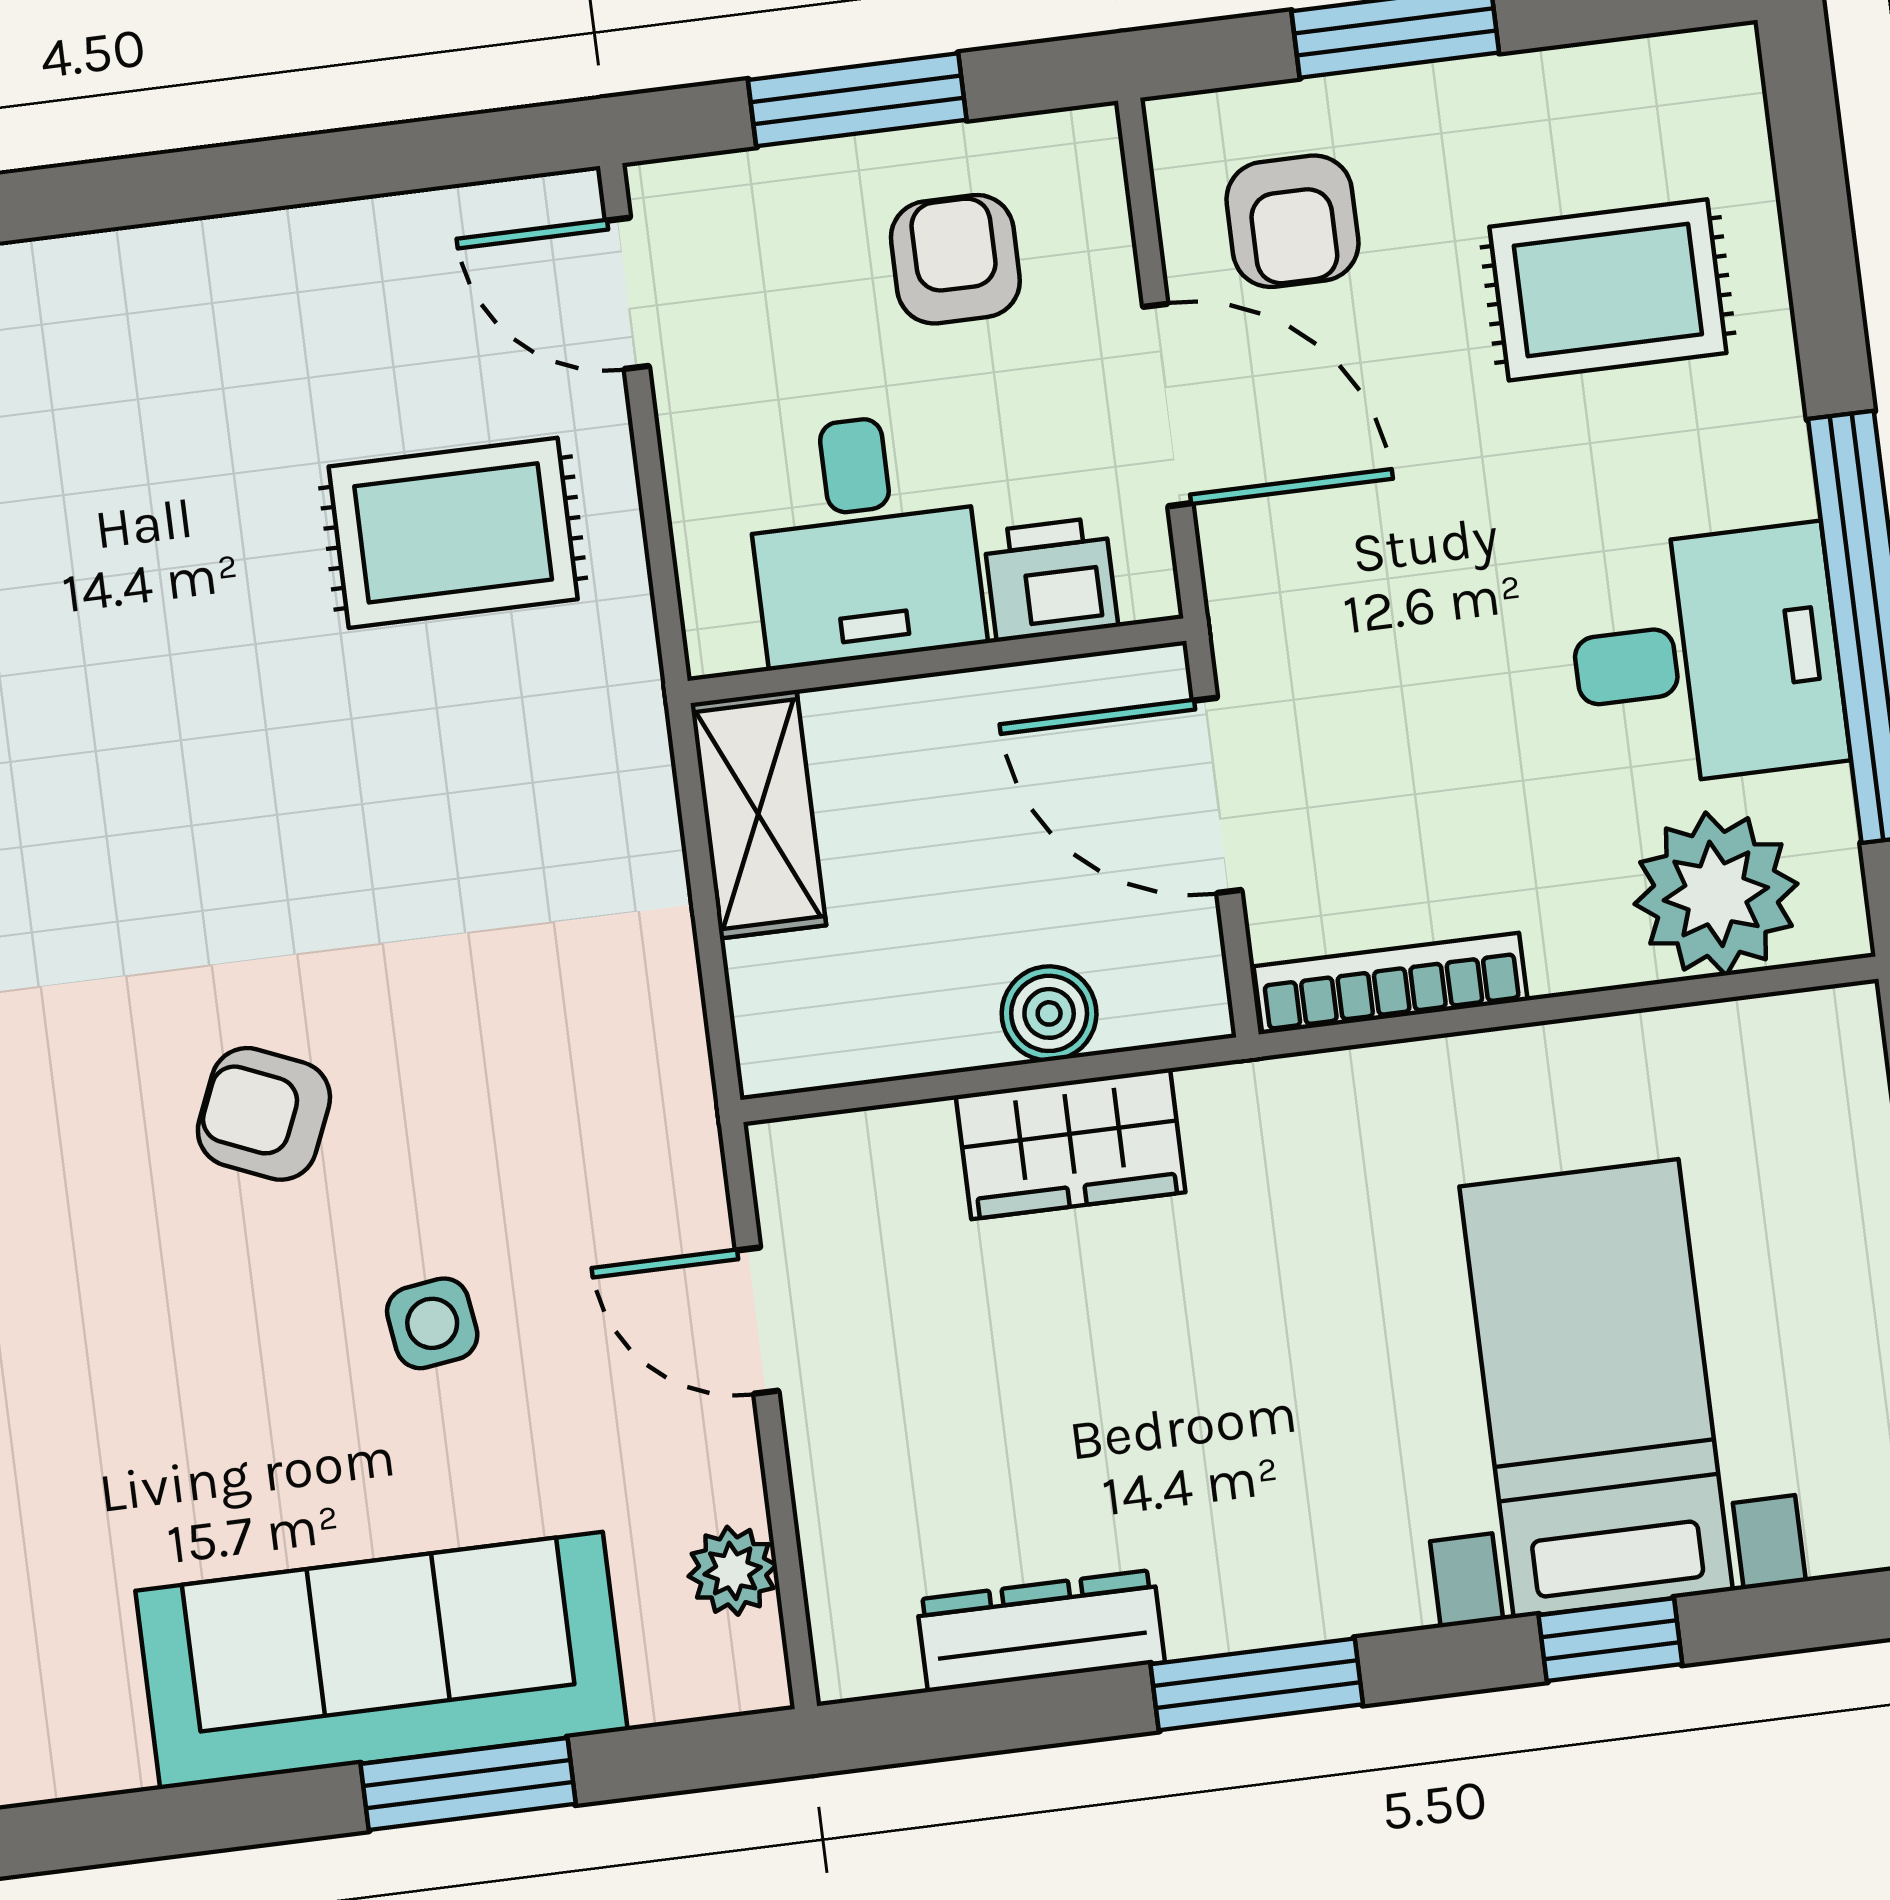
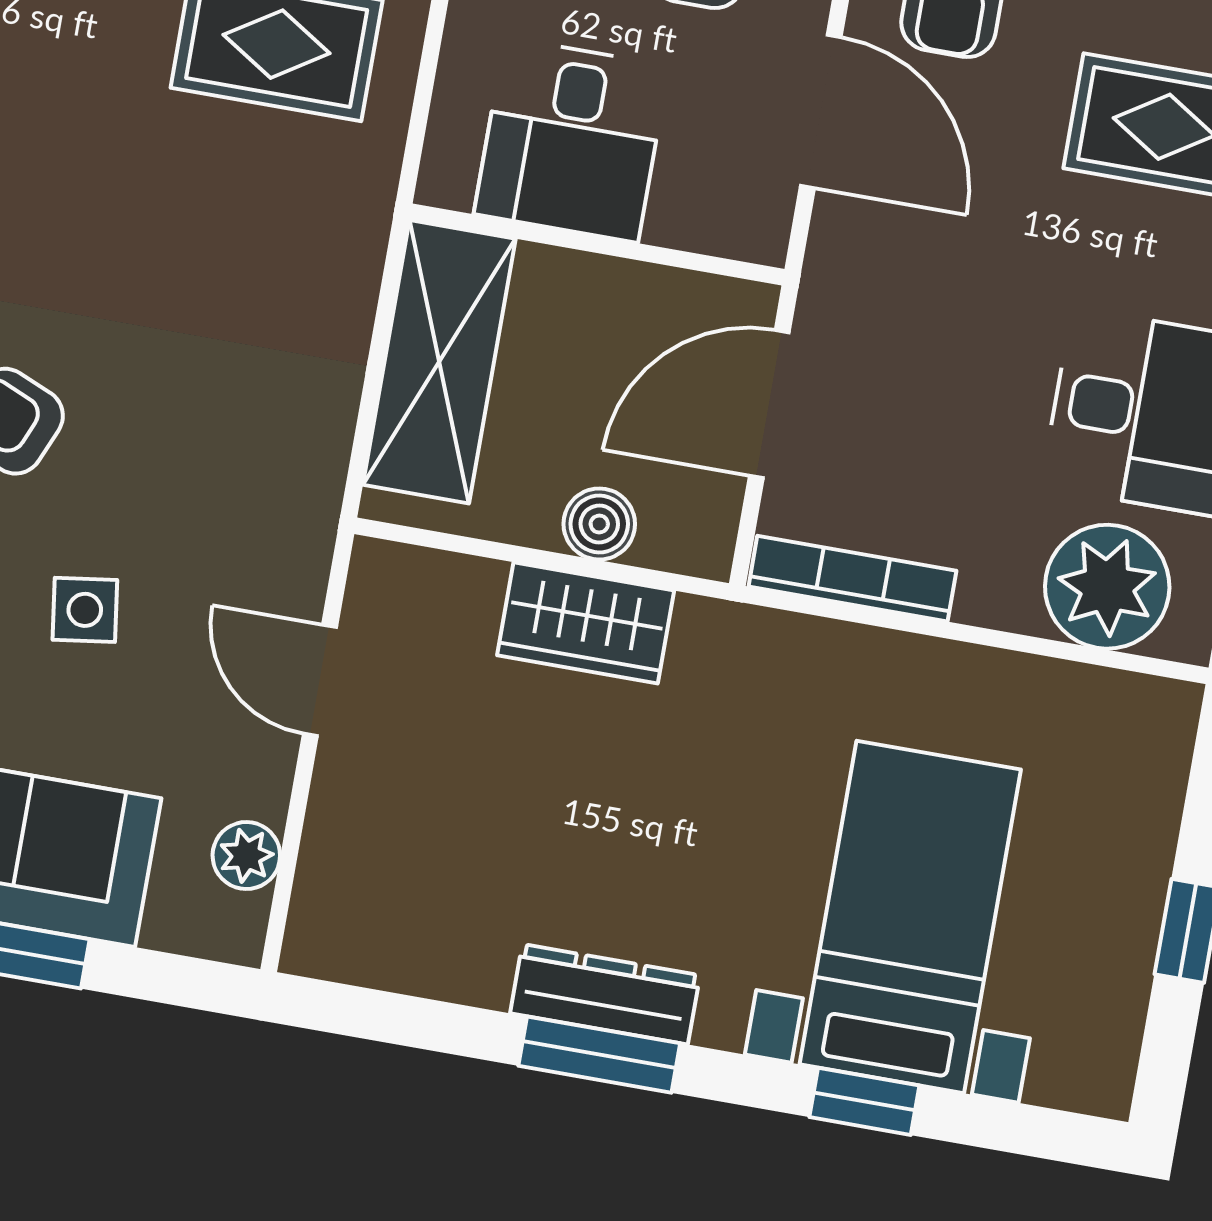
printer: (1051, 579) -> (697, 211), removed
door: (1217, 795) -> (769, 404), hinge flipped
shelving: (758, 814) -> (439, 362), width x1.50, depth x1.33
dresser: (1041, 1631) -> (605, 994), moved

